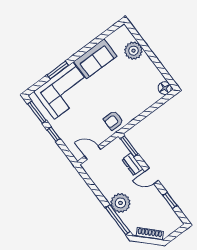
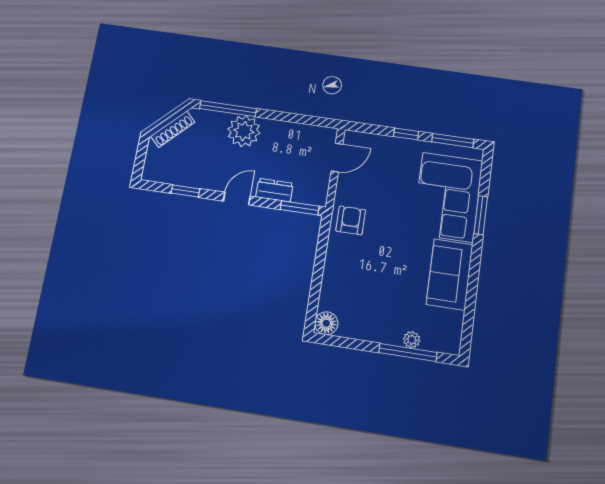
window: (143, 45) -> (408, 352), added
plant: (133, 51) -> (412, 340), width x0.53, depth x0.53

